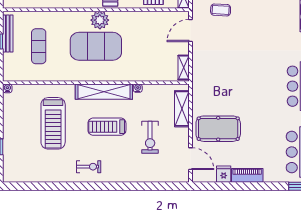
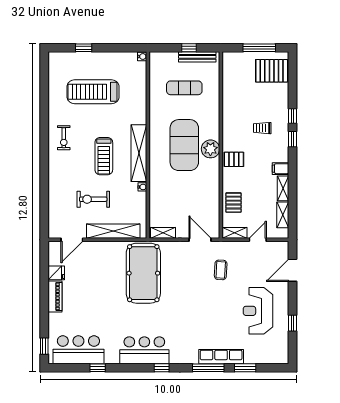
shelving: (182, 109) -> (113, 231), width x1.47
treadmill: (53, 123) -> (93, 92), moved
treadmill: (107, 127) -> (104, 156), turned 180
pool table: (218, 129) -> (143, 273), moved, width x1.36, depth x1.32

